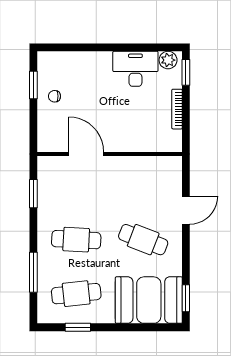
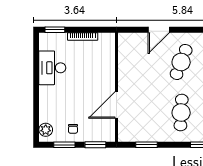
plant: (168, 60) -> (46, 130), moved
window: (33, 126) -> (95, 145), added
door: (186, 210) -> (159, 30), swing flipped

